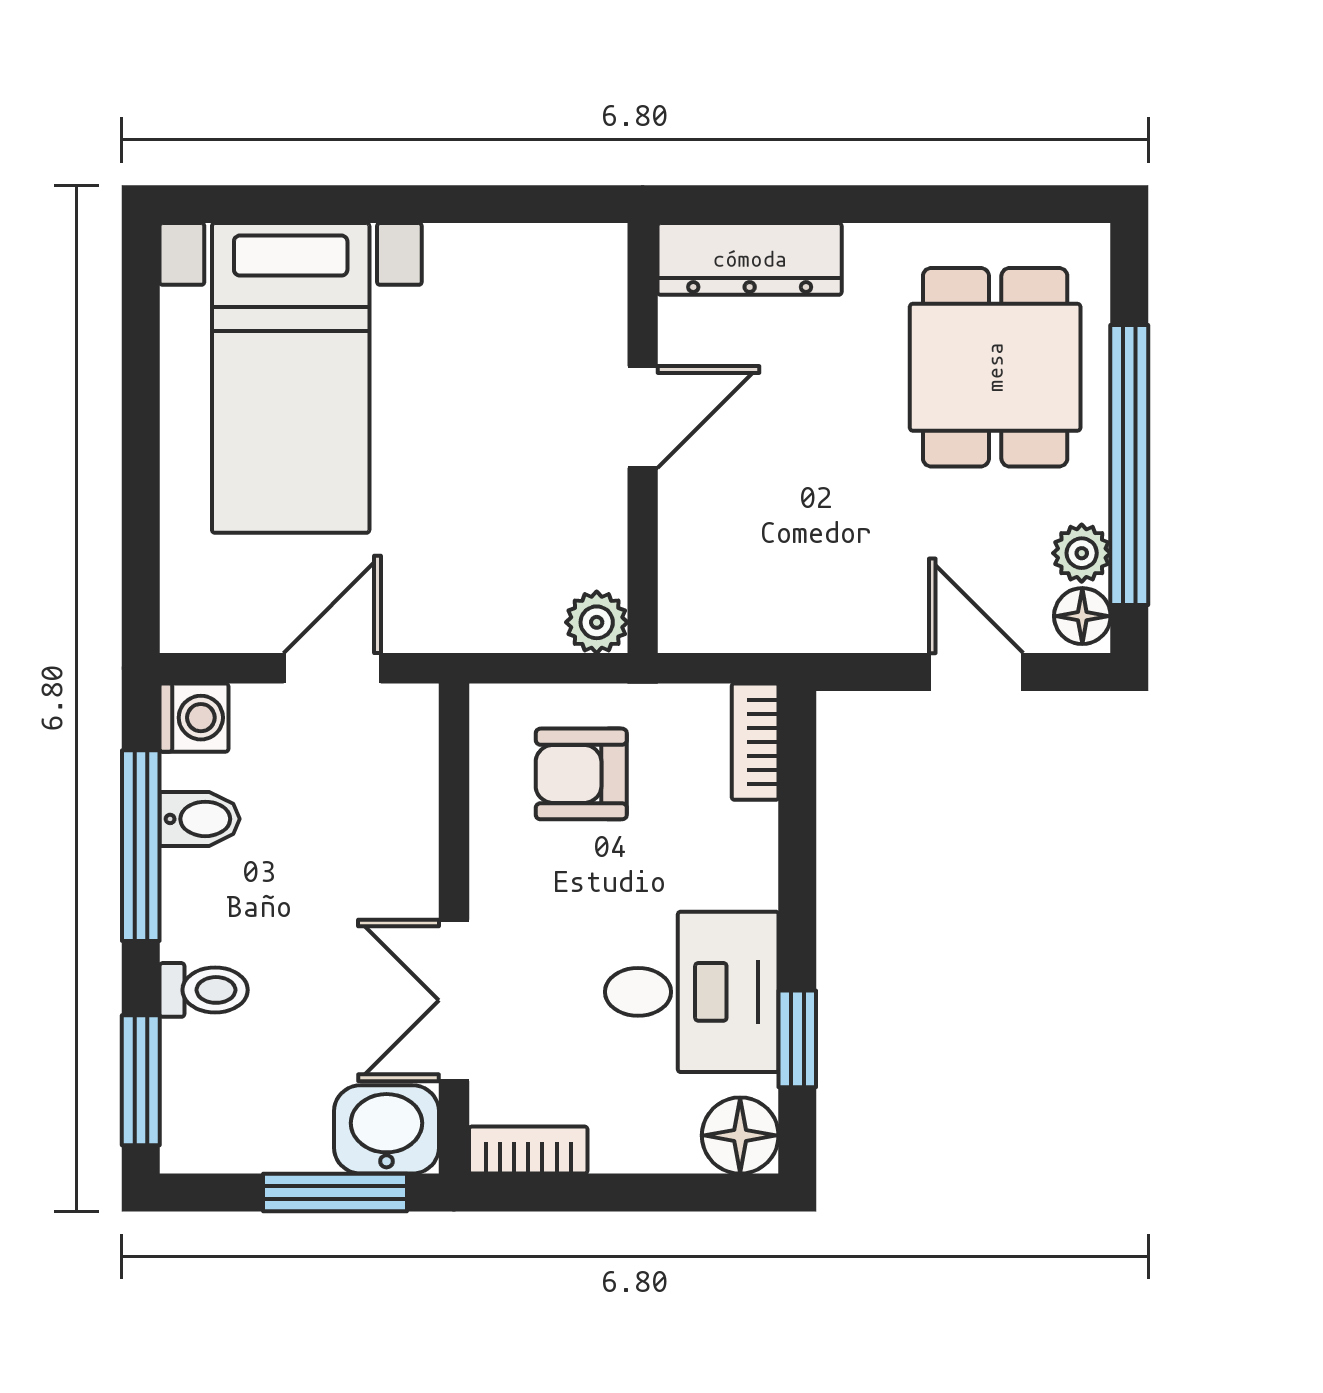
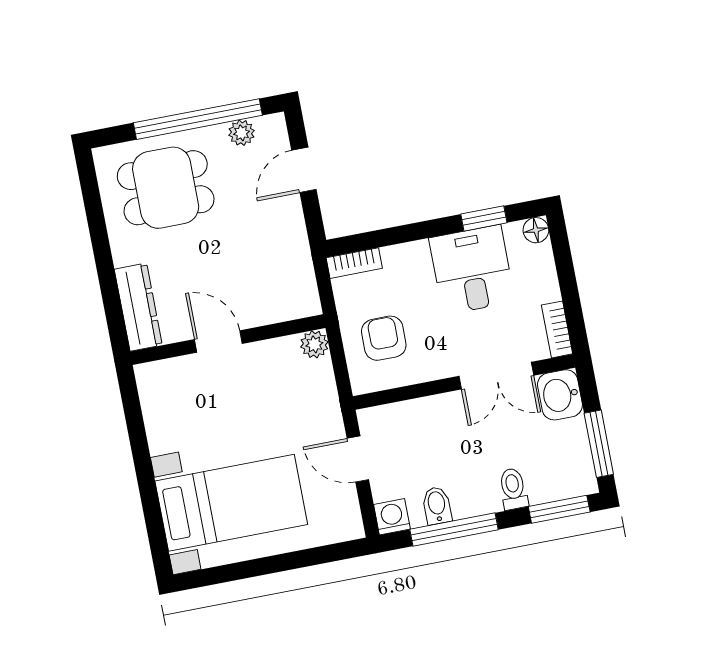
floor lamp: (1082, 616) -> (270, 127), removed
armchair: (581, 774) -> (384, 338), turned 180
floor lamp: (740, 1135) -> (536, 230), width x0.73, depth x0.73
window: (335, 1193) -> (599, 444), moved

